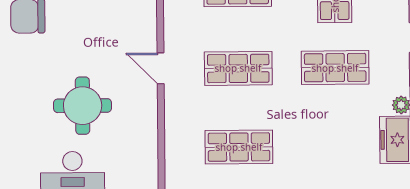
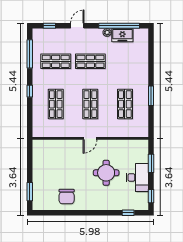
shop shelf: (335, 68) -> (90, 61), turned 90

